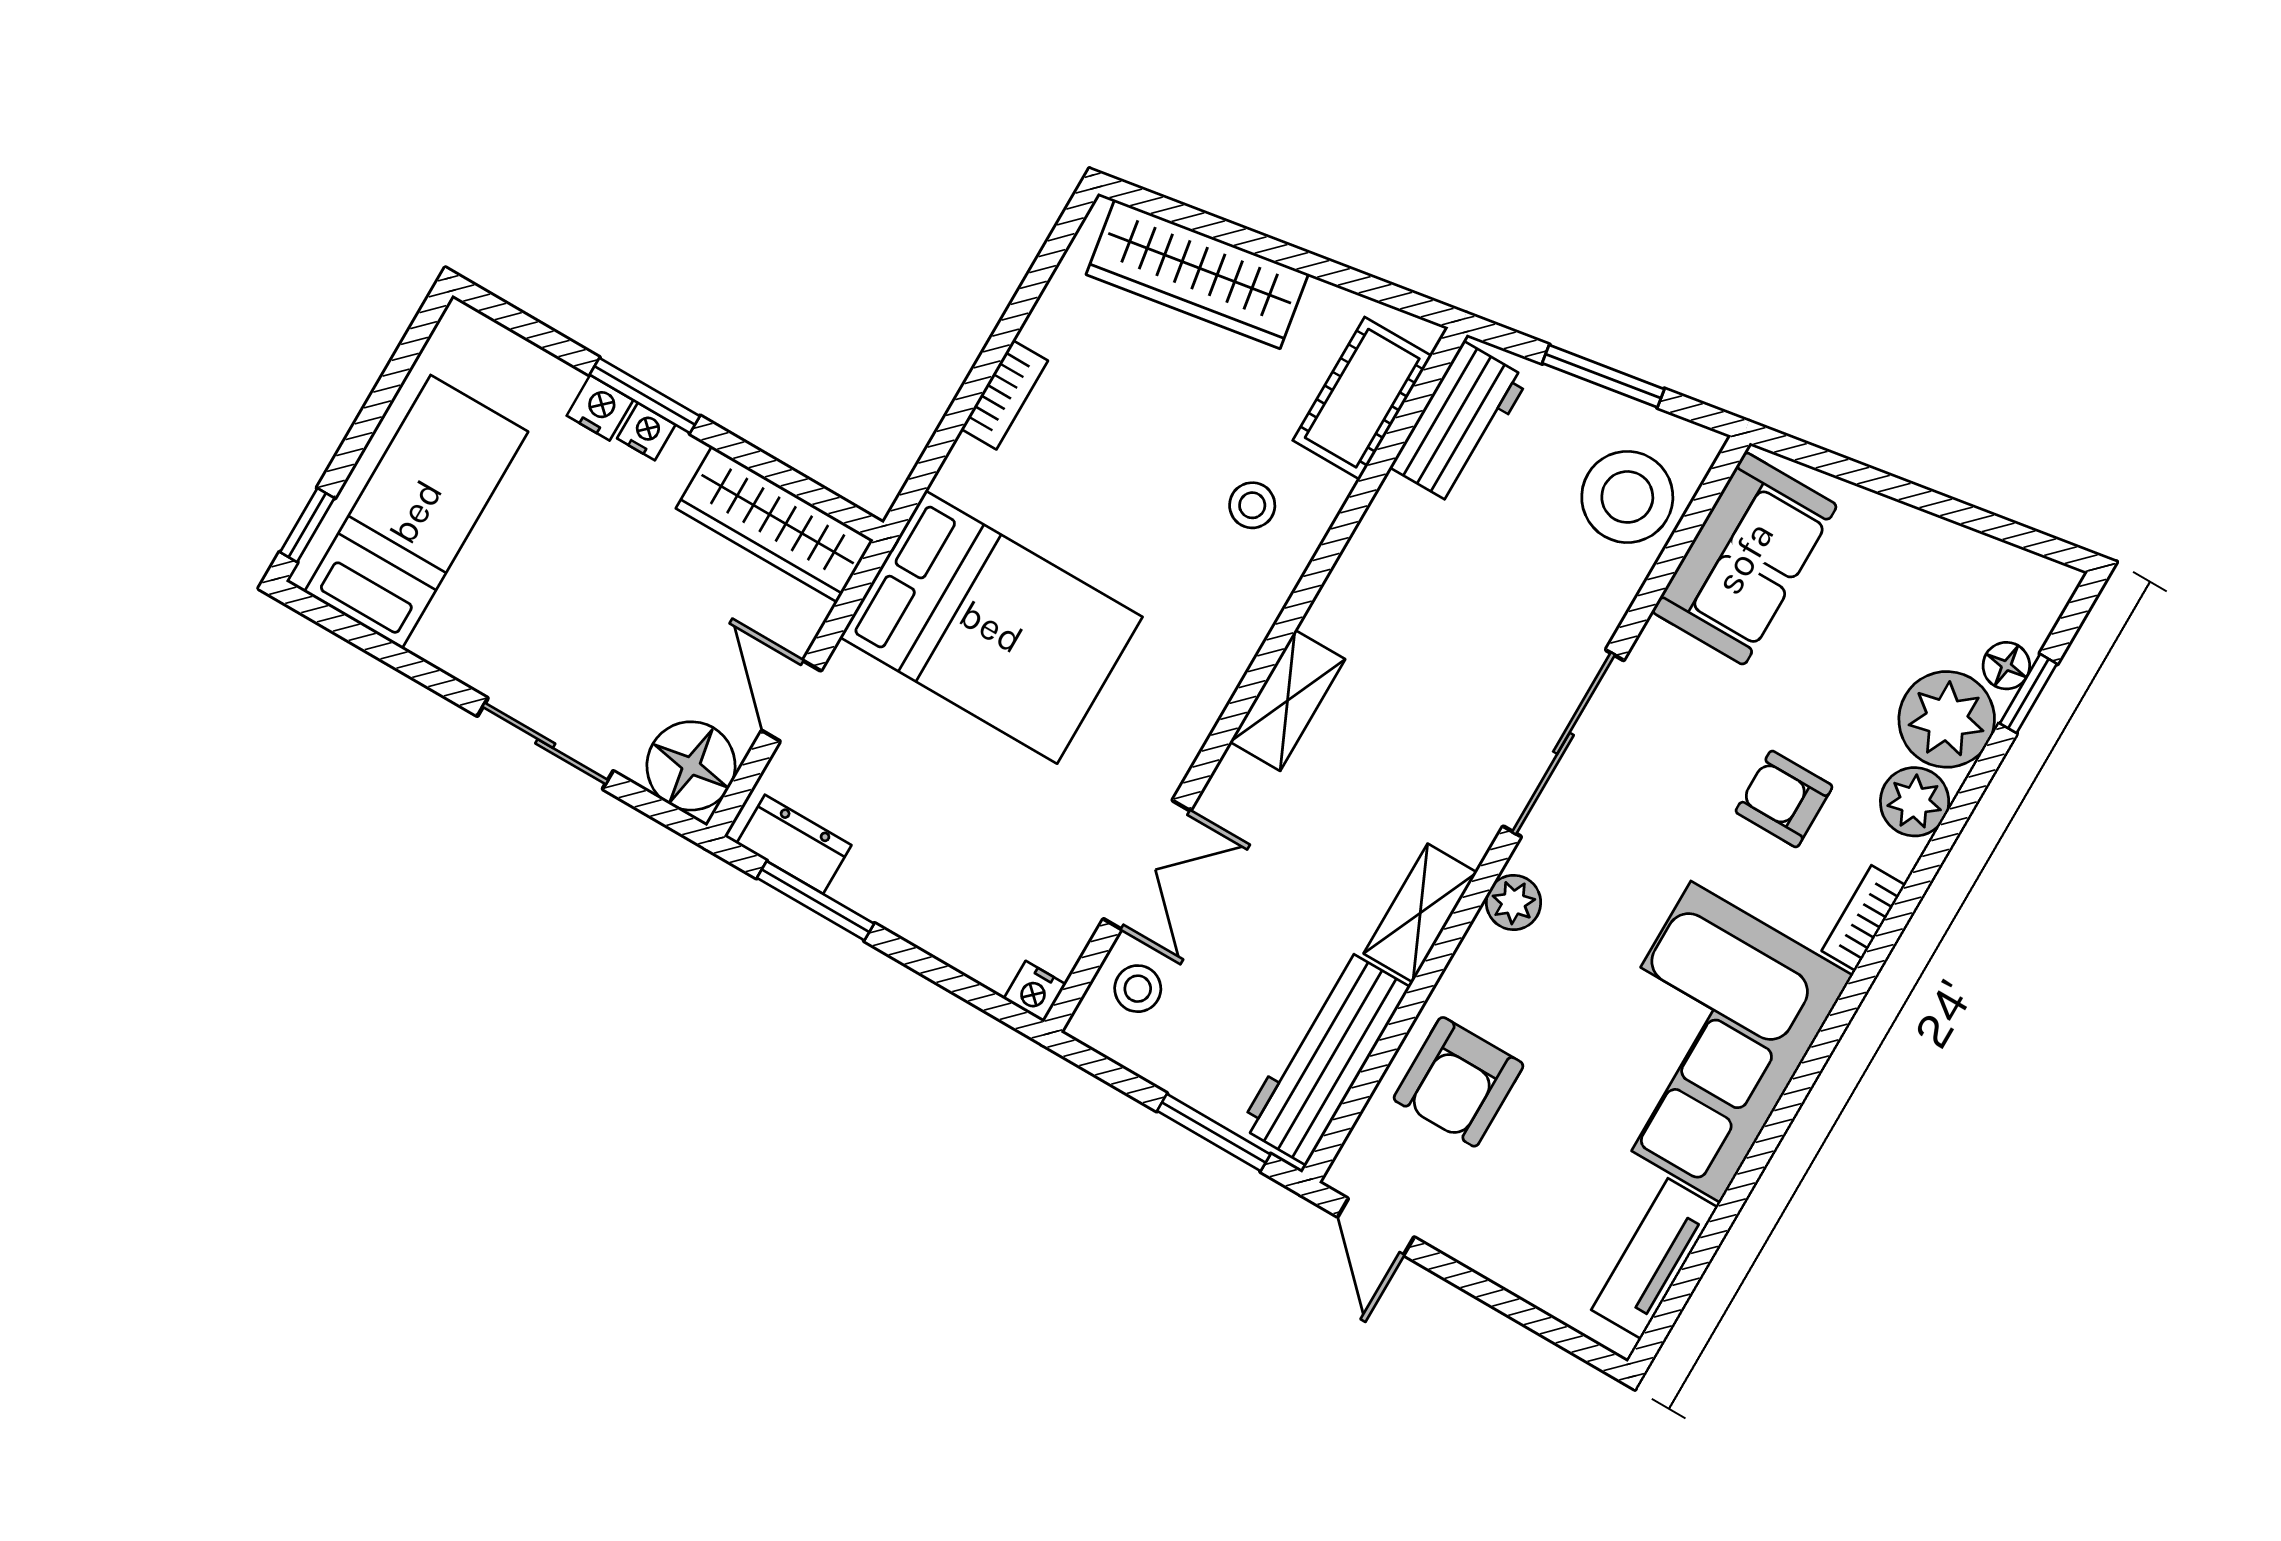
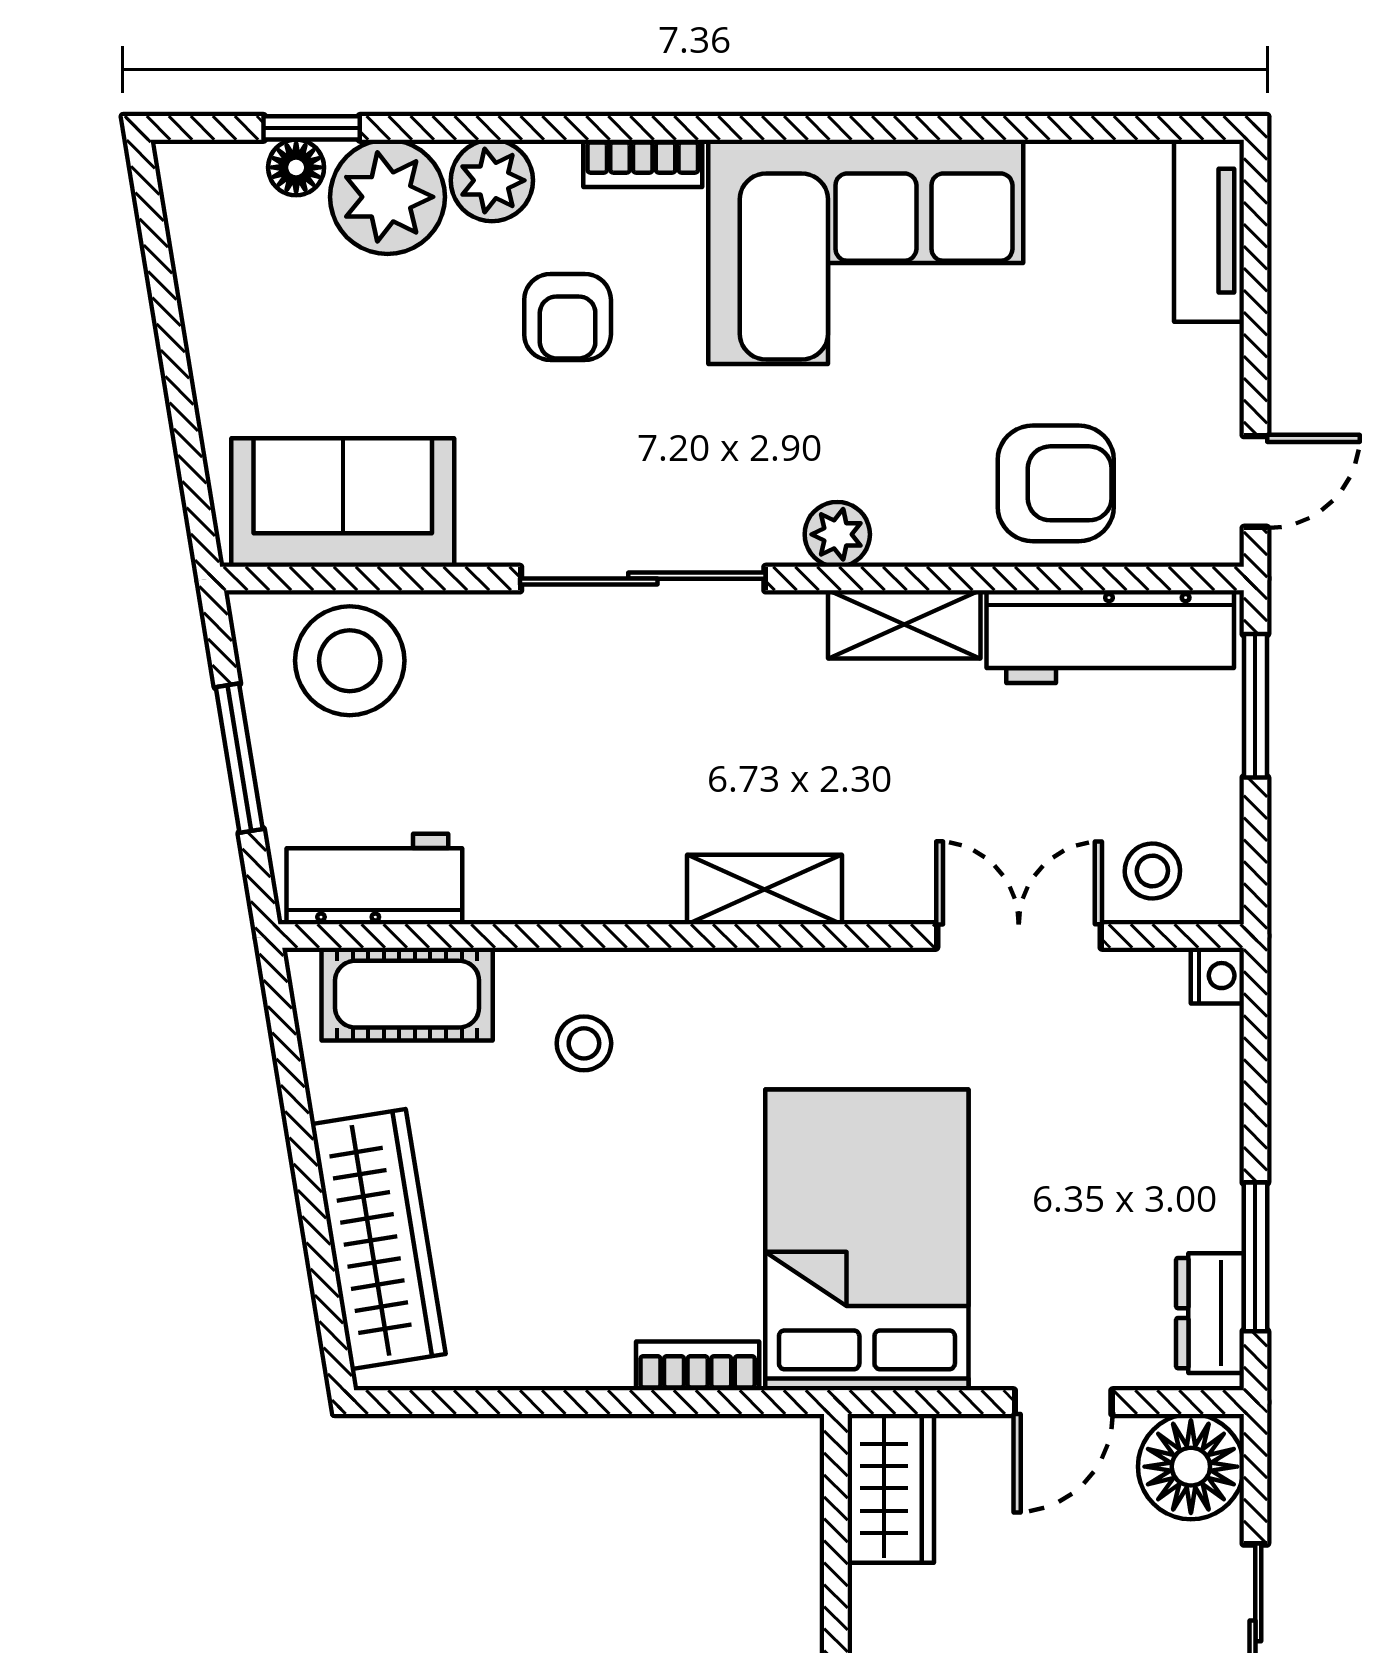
bookcase: (1004, 395) -> (698, 1366), moved
wardrobe: (775, 524) -> (891, 1488), width x0.67
tv unit: (1655, 1259) -> (1209, 231), moved, turned 90

